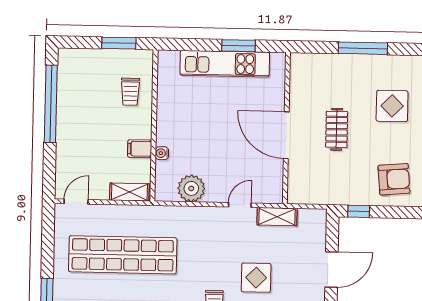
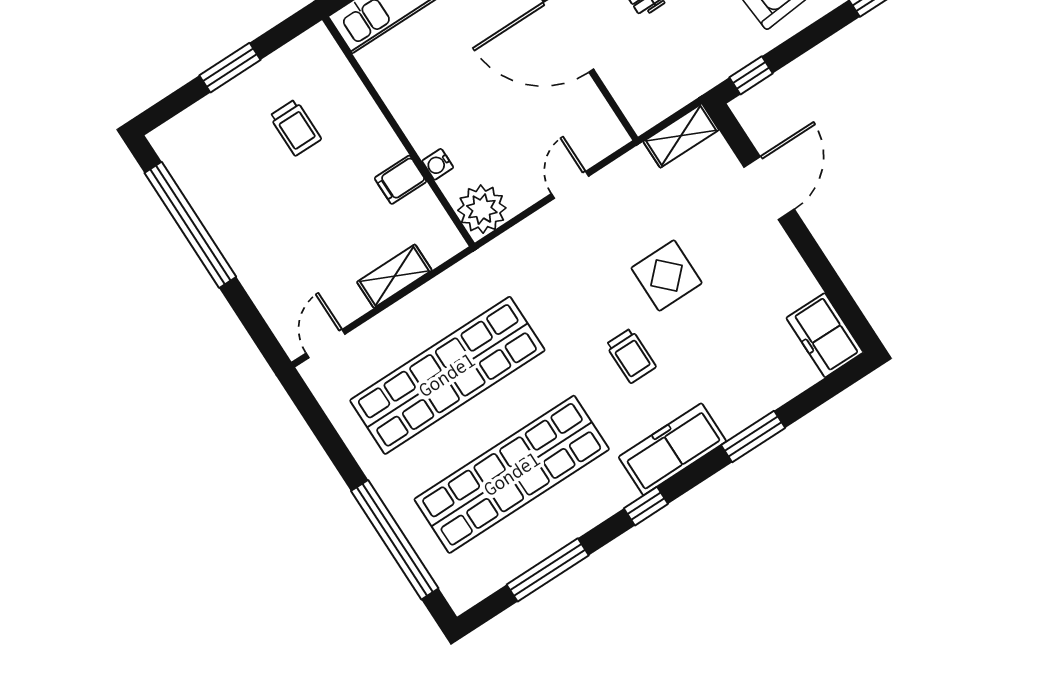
wall: (154, 125) -> (398, 131), moved
filing cabinet: (140, 149) -> (401, 180), moved
water cooler: (162, 153) -> (438, 164), moved
shelving: (277, 217) -> (681, 136), moved

